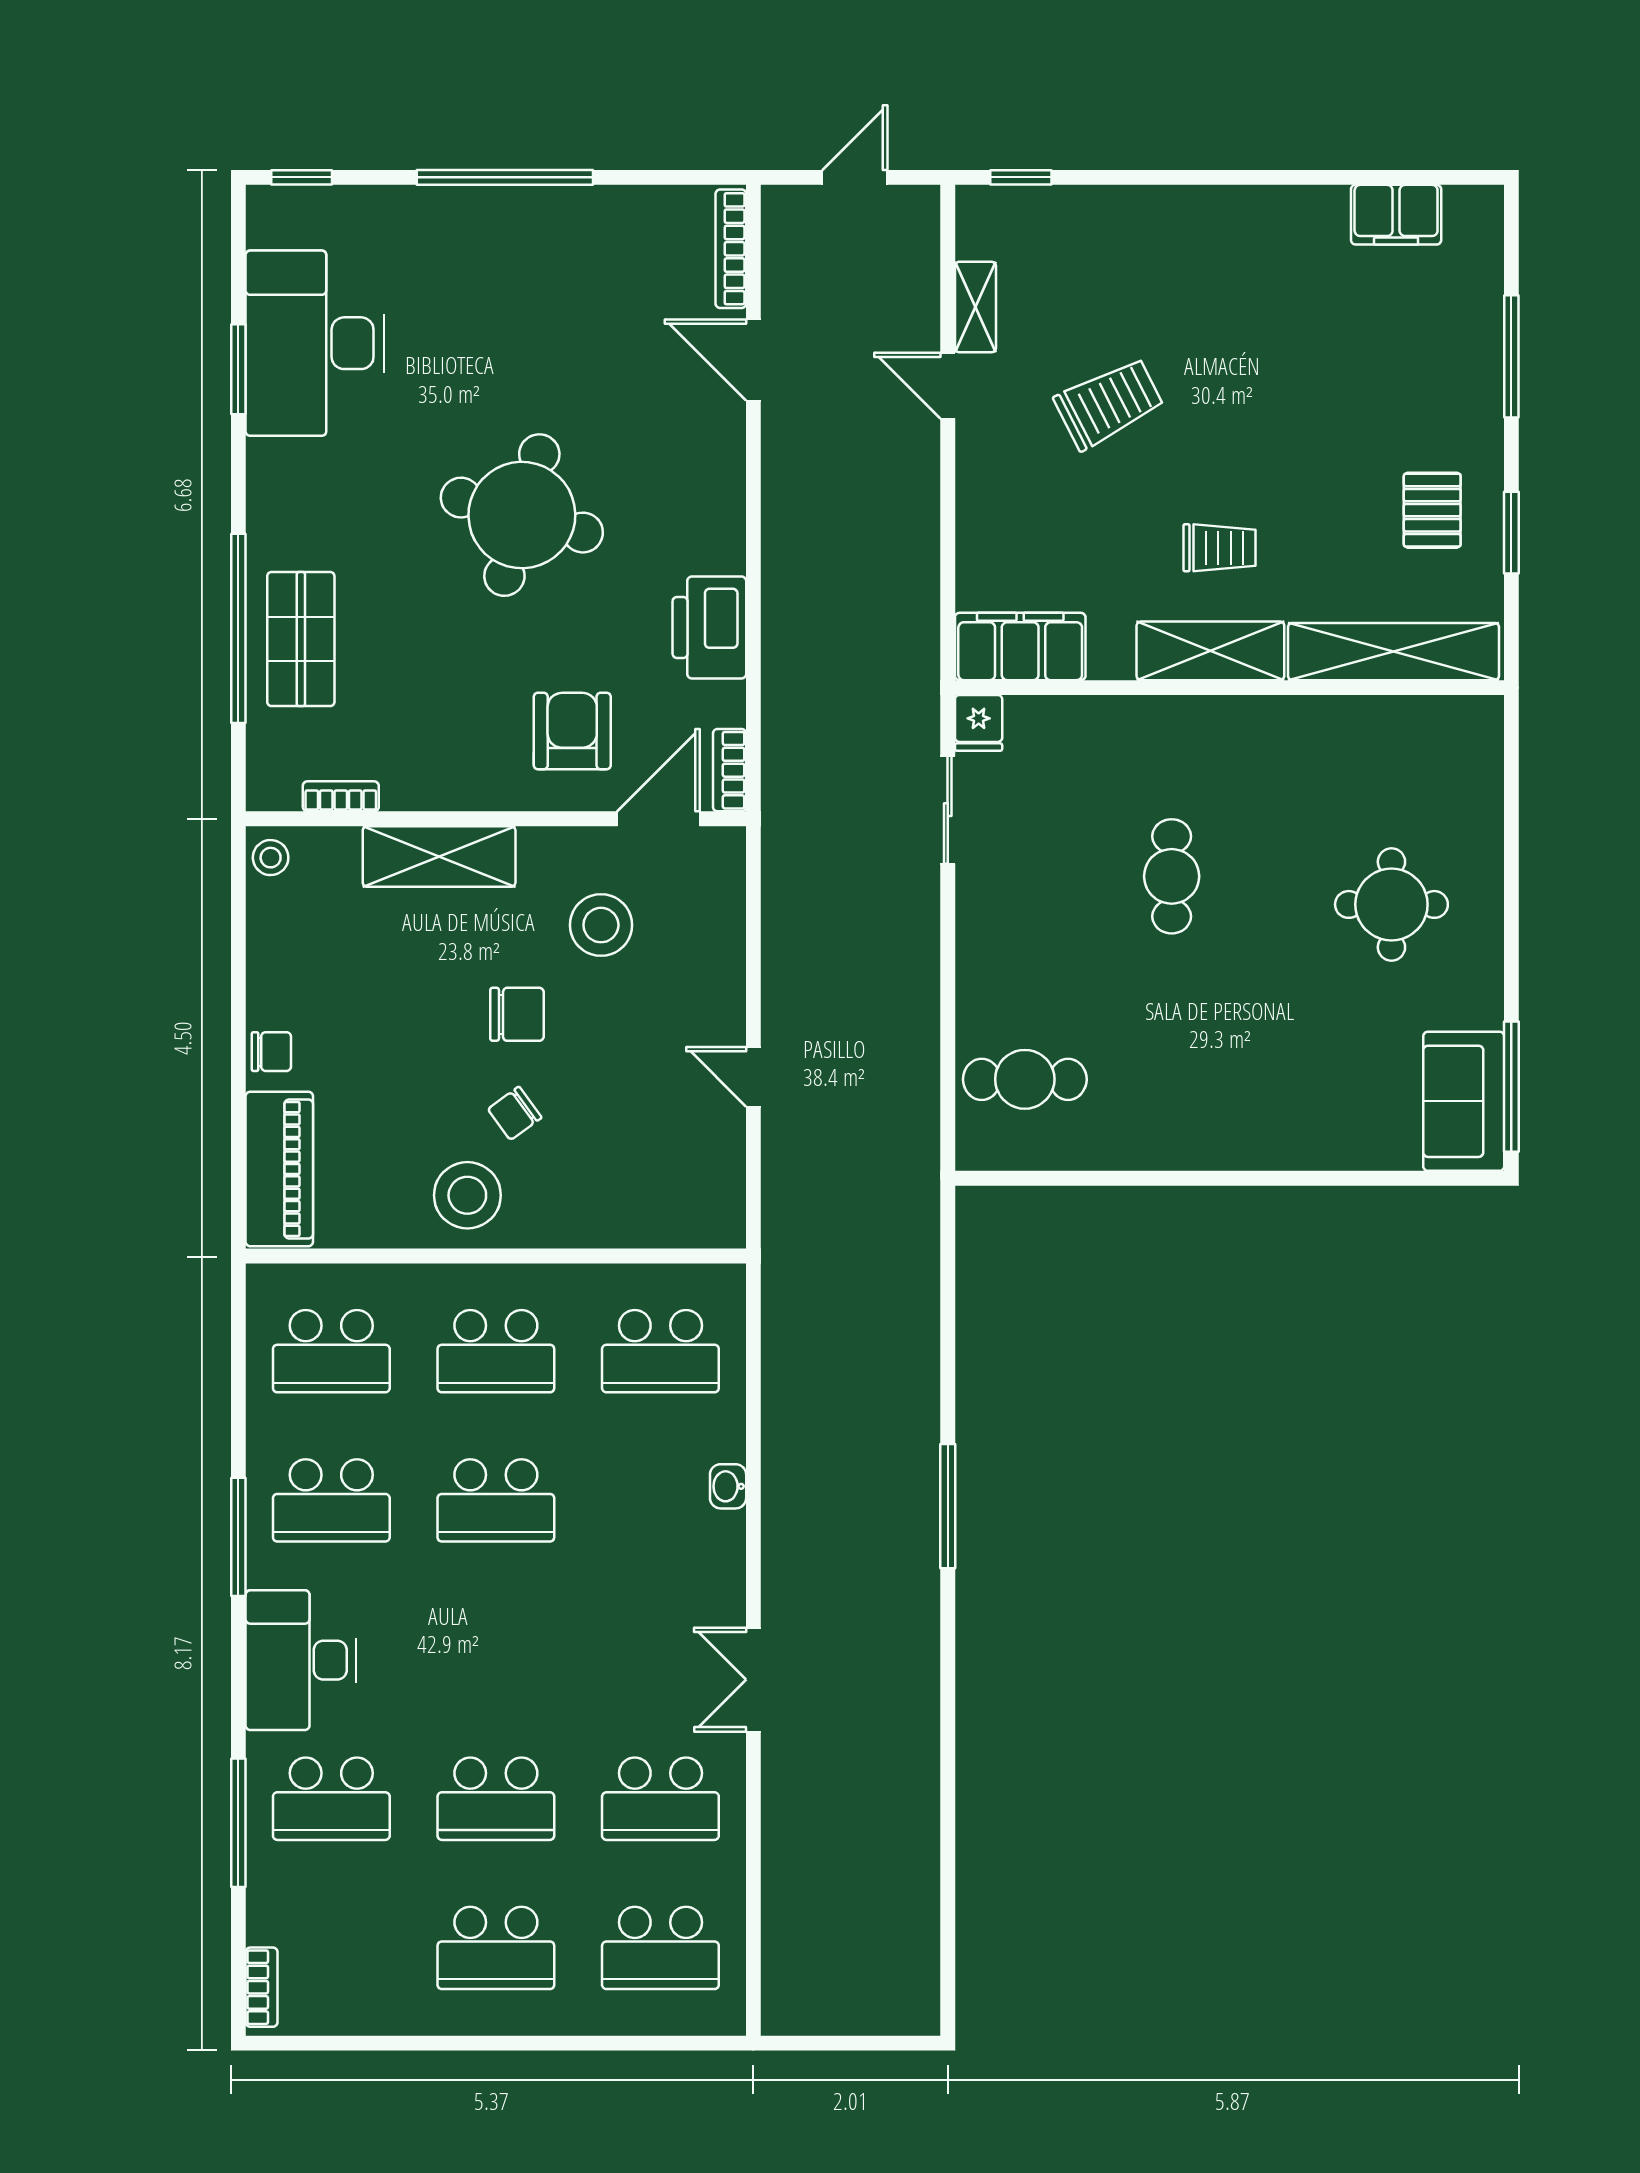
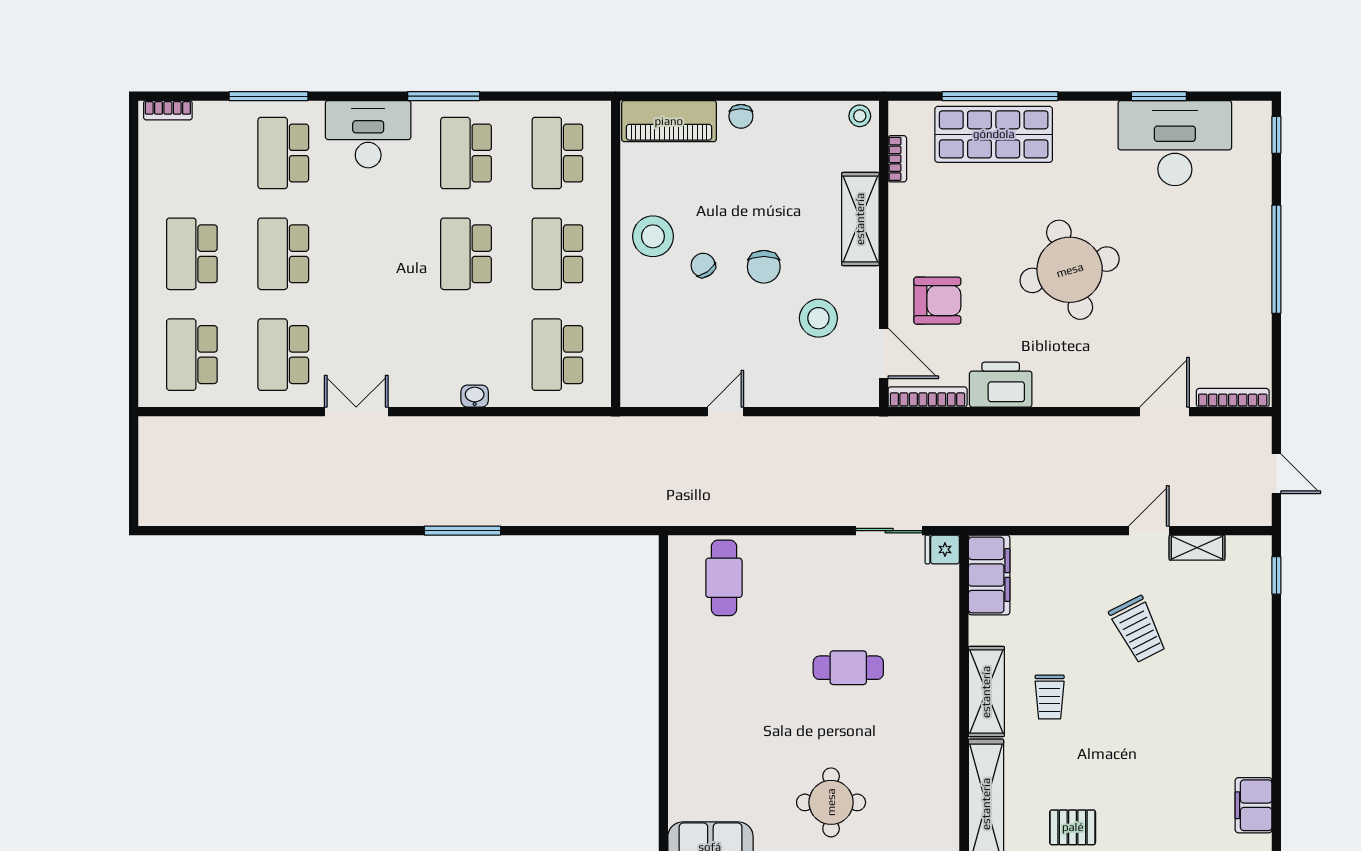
round table: (522, 515) -> (1070, 270), turned -32
shop shelf: (301, 639) -> (994, 134), width x1.43, depth x1.36
bookcase: (730, 770) -> (928, 397), width x1.56

